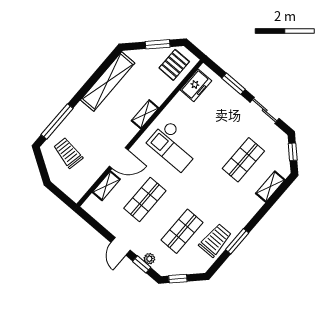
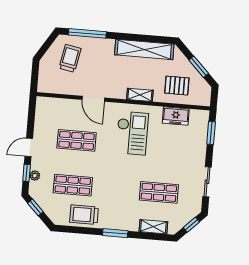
pallet: (174, 65) -> (177, 86), moved
window: (234, 84) -> (211, 133), moved
freezer: (196, 85) -> (176, 116), moved
checkout: (174, 146) -> (132, 133), turned 180
shelving: (106, 186) -> (66, 104), removed
trolley: (215, 240) -> (84, 215), turned 180
window: (237, 241) -> (115, 233), moved

